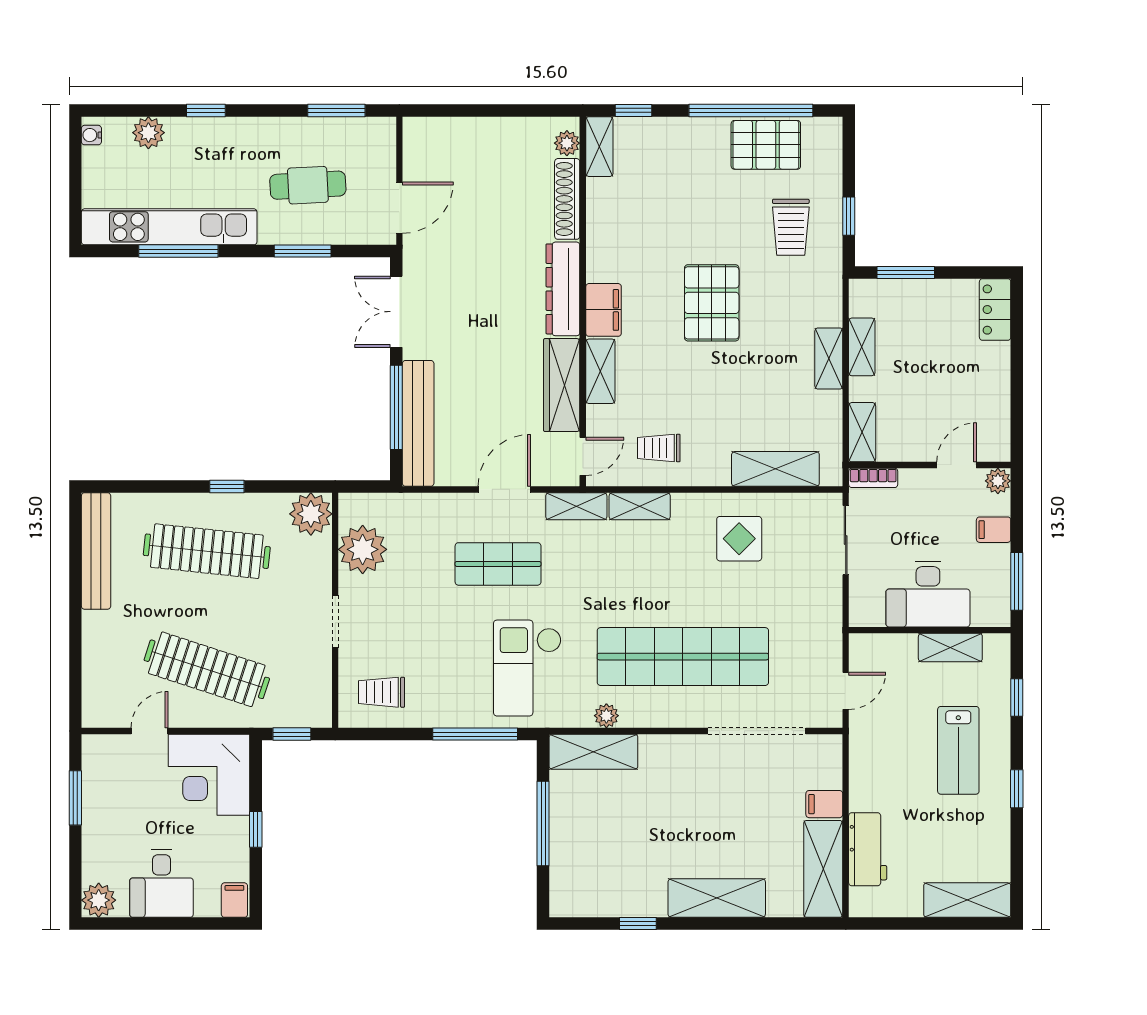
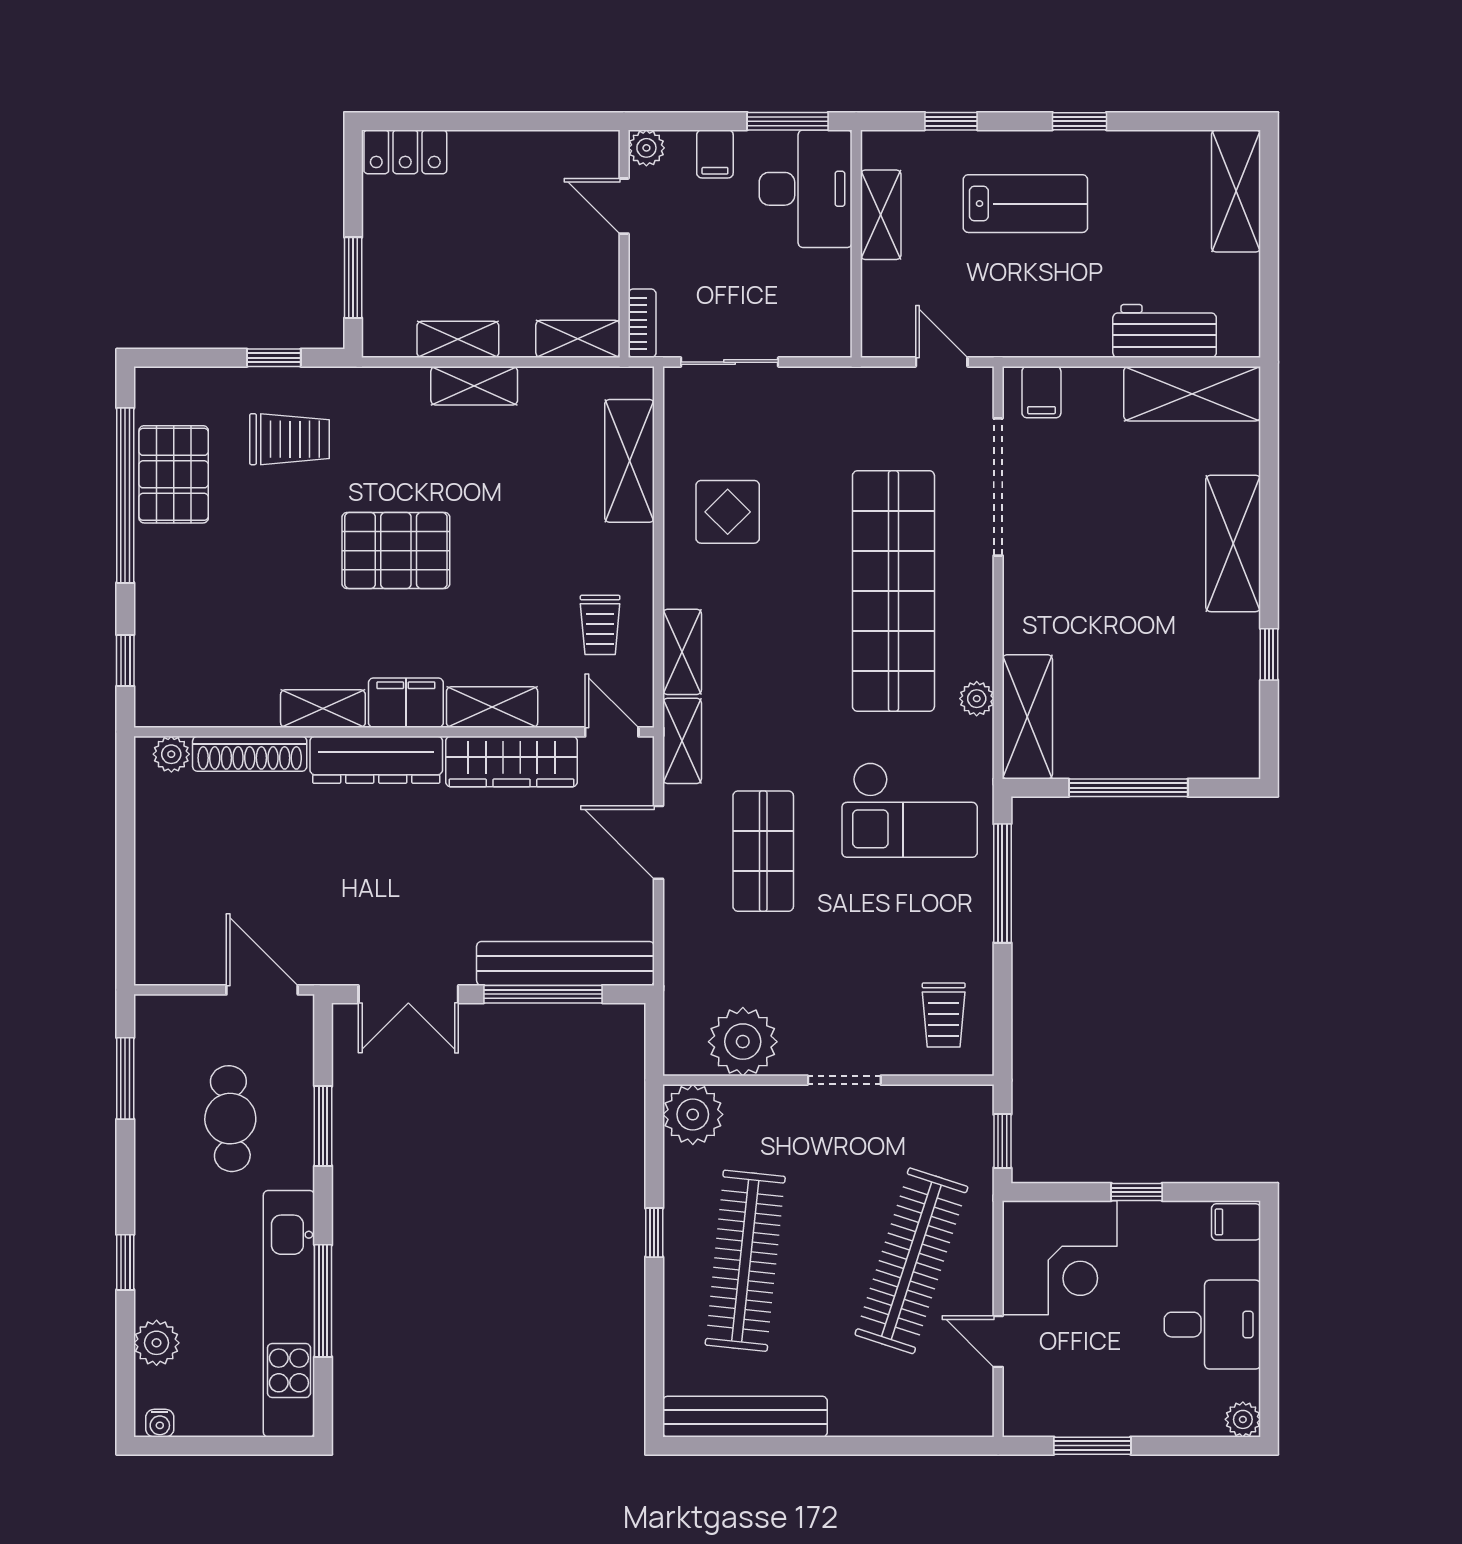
shelving: (599, 147) -> (323, 709), moved
desk: (928, 594) -> (806, 189), moved
filing cabinet: (824, 804) -> (1041, 392), moved
plant: (99, 900) -> (1243, 1419), width x0.73, depth x0.73

